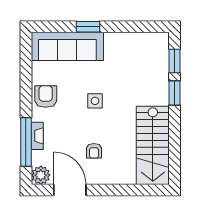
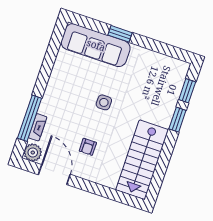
armchair: (46, 97) -> (61, 84), removed
fireplace: (37, 136) -> (38, 127), moved

